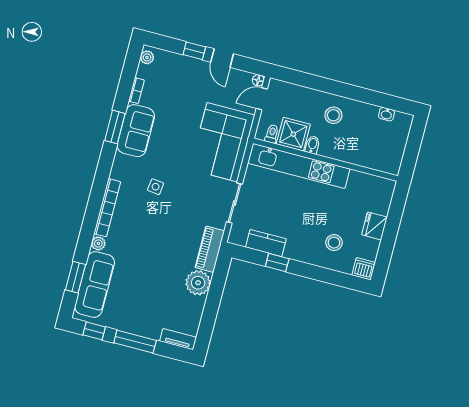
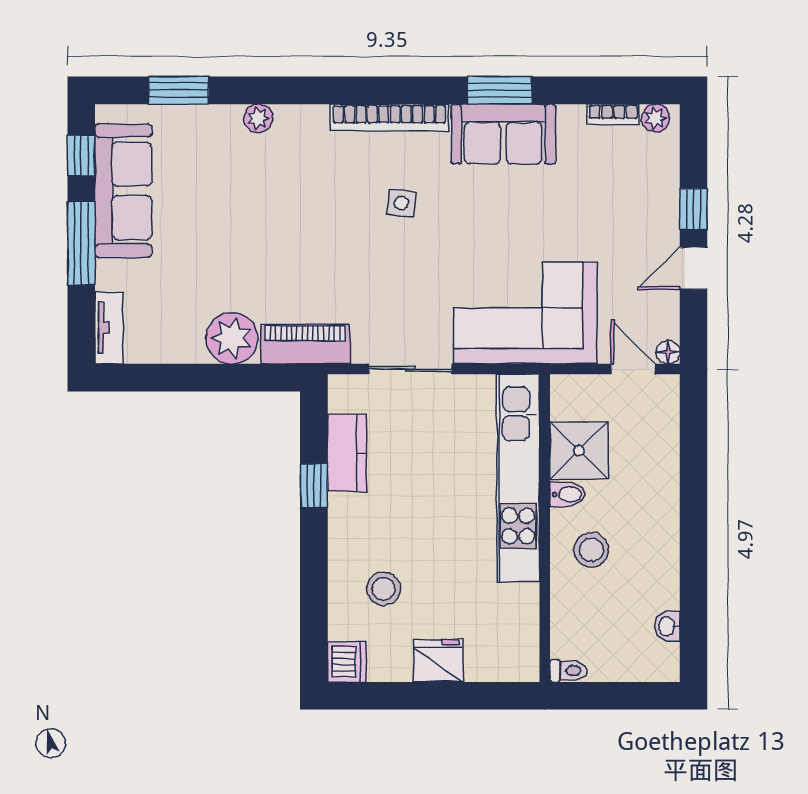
bookcase: (136, 91) -> (613, 114), moved
stool: (333, 115) -> (591, 550), moved
toilet: (272, 134) -> (568, 671), moved
bookcase: (107, 208) -> (389, 117), moved
sofa: (95, 284) -> (123, 191), moved, turned -90

